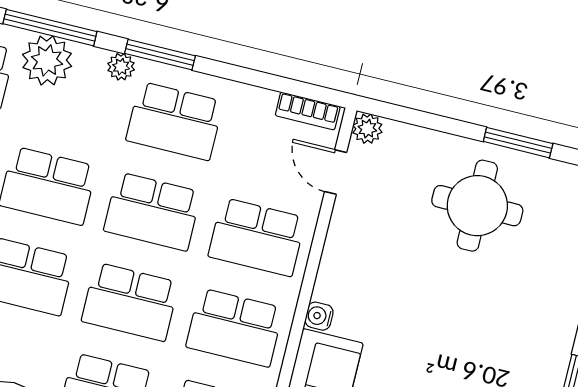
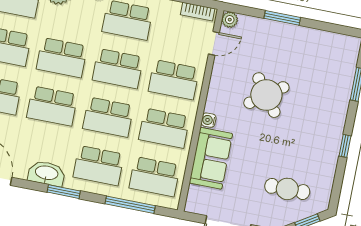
window: (518, 143) -> (282, 18), moved
door: (336, 172) -> (214, 43), swing flipped
round table: (477, 206) -> (266, 95), moved, turned -36

